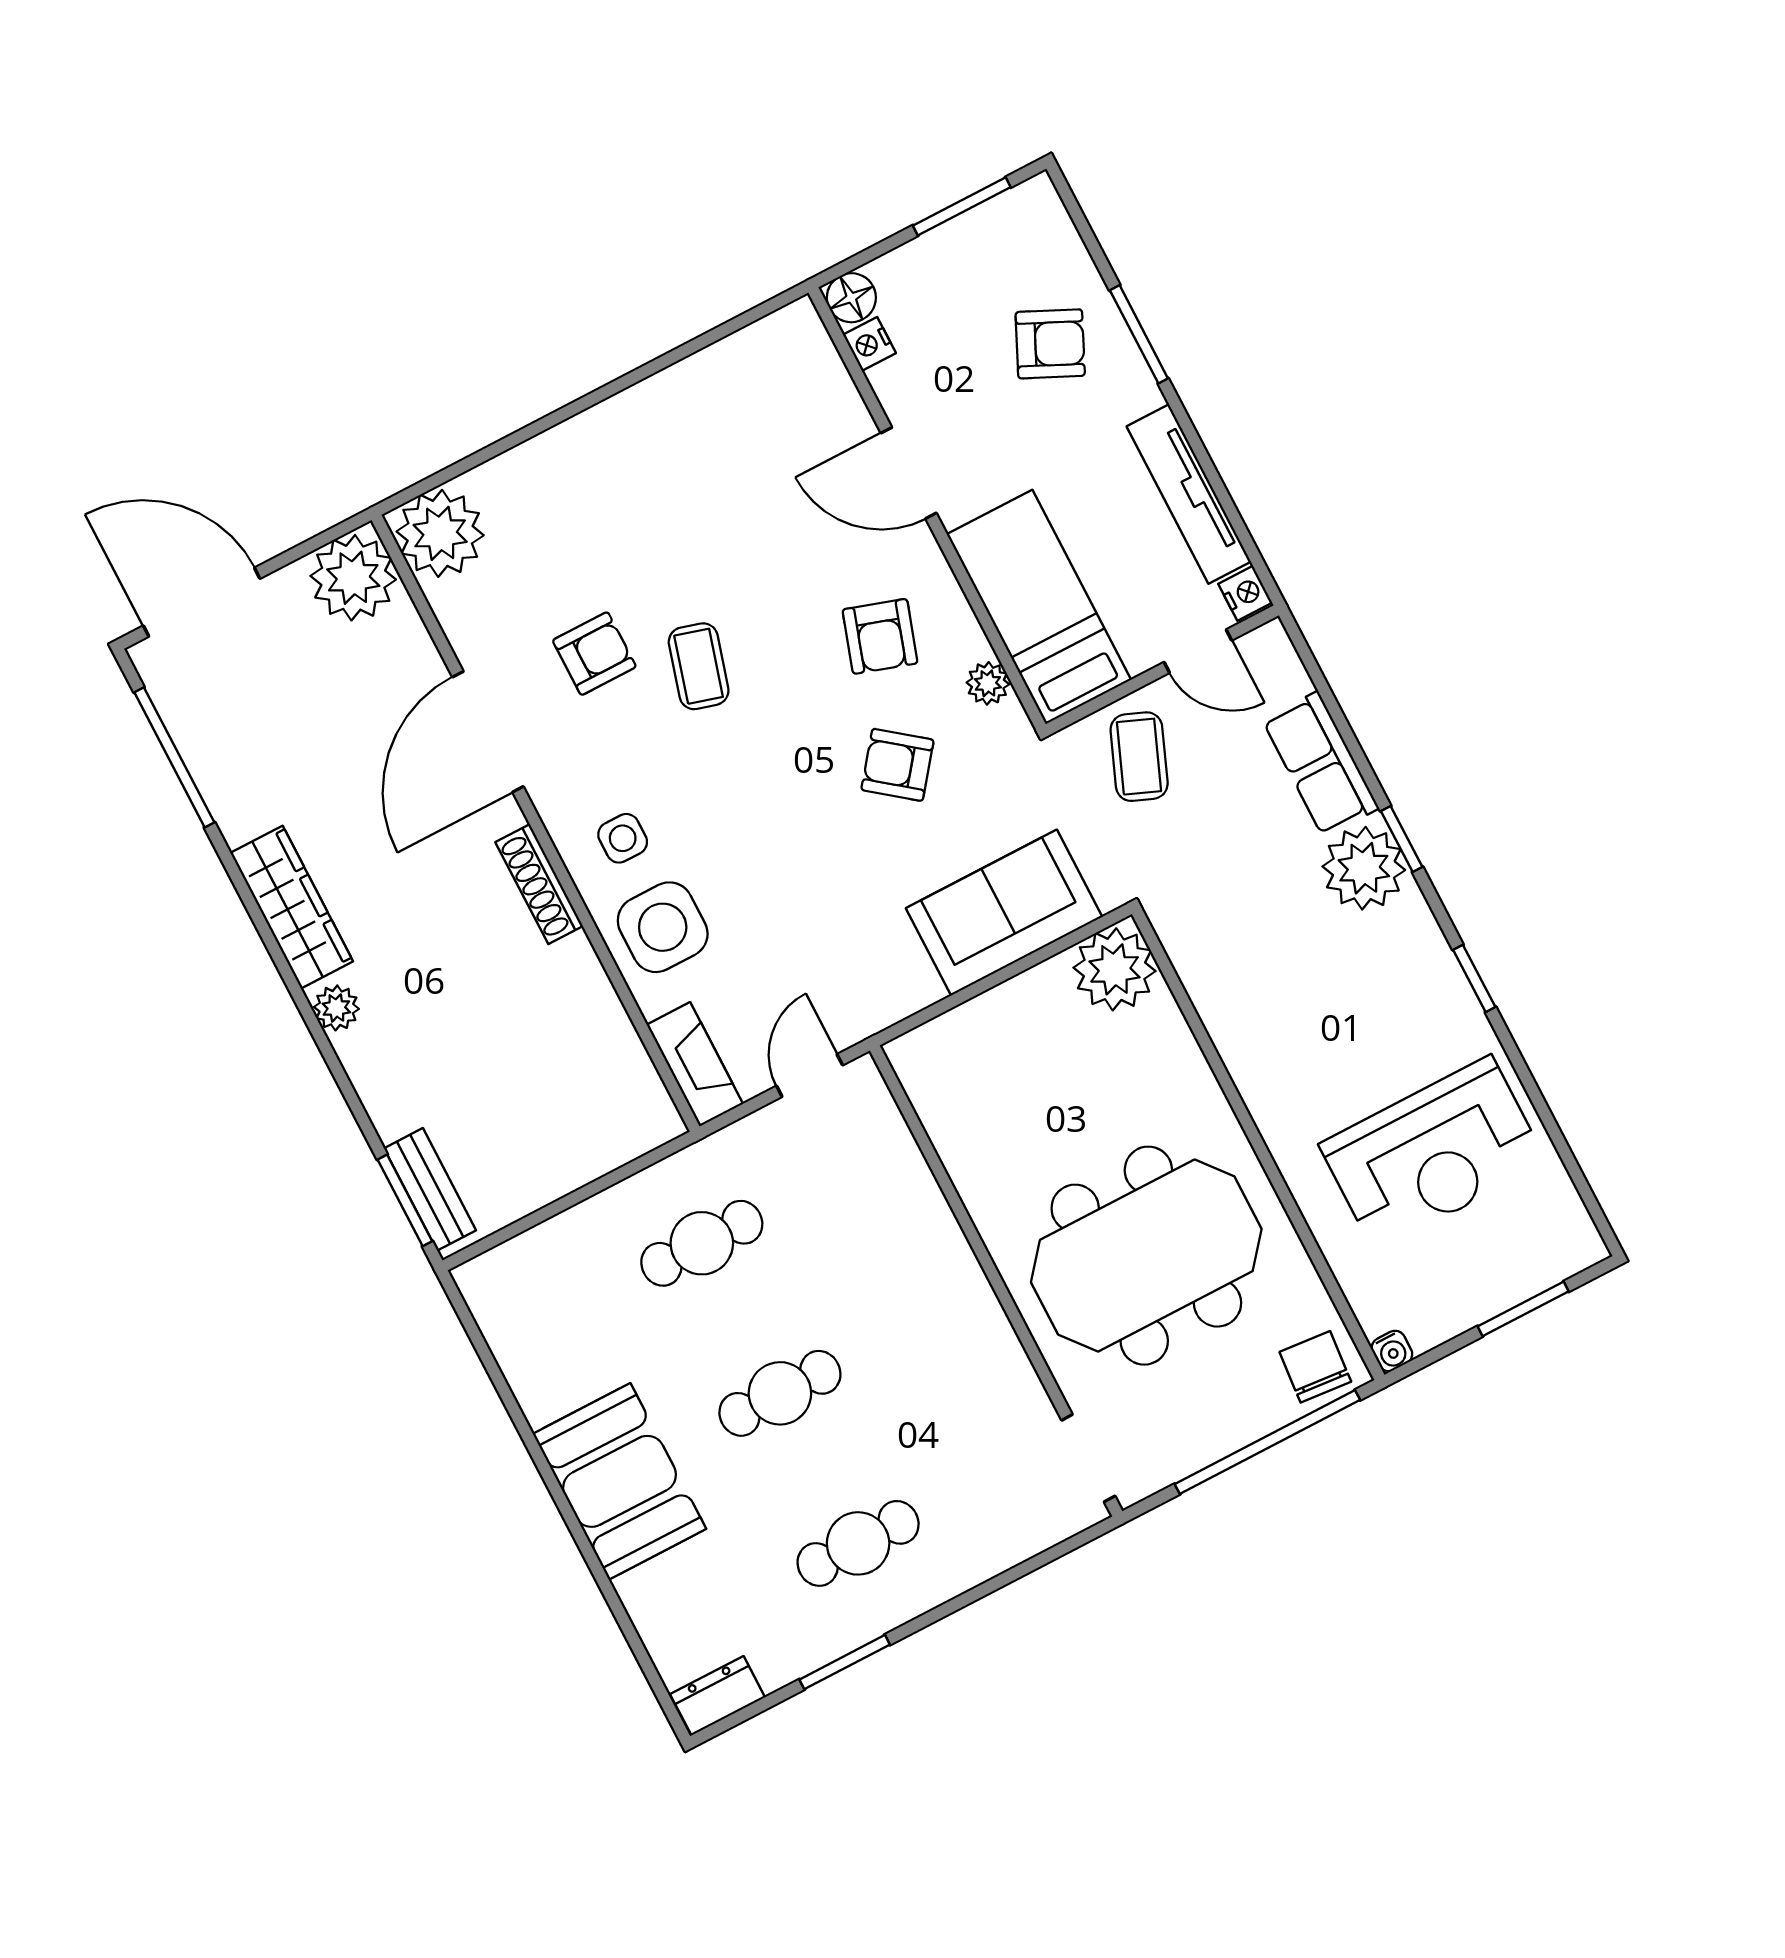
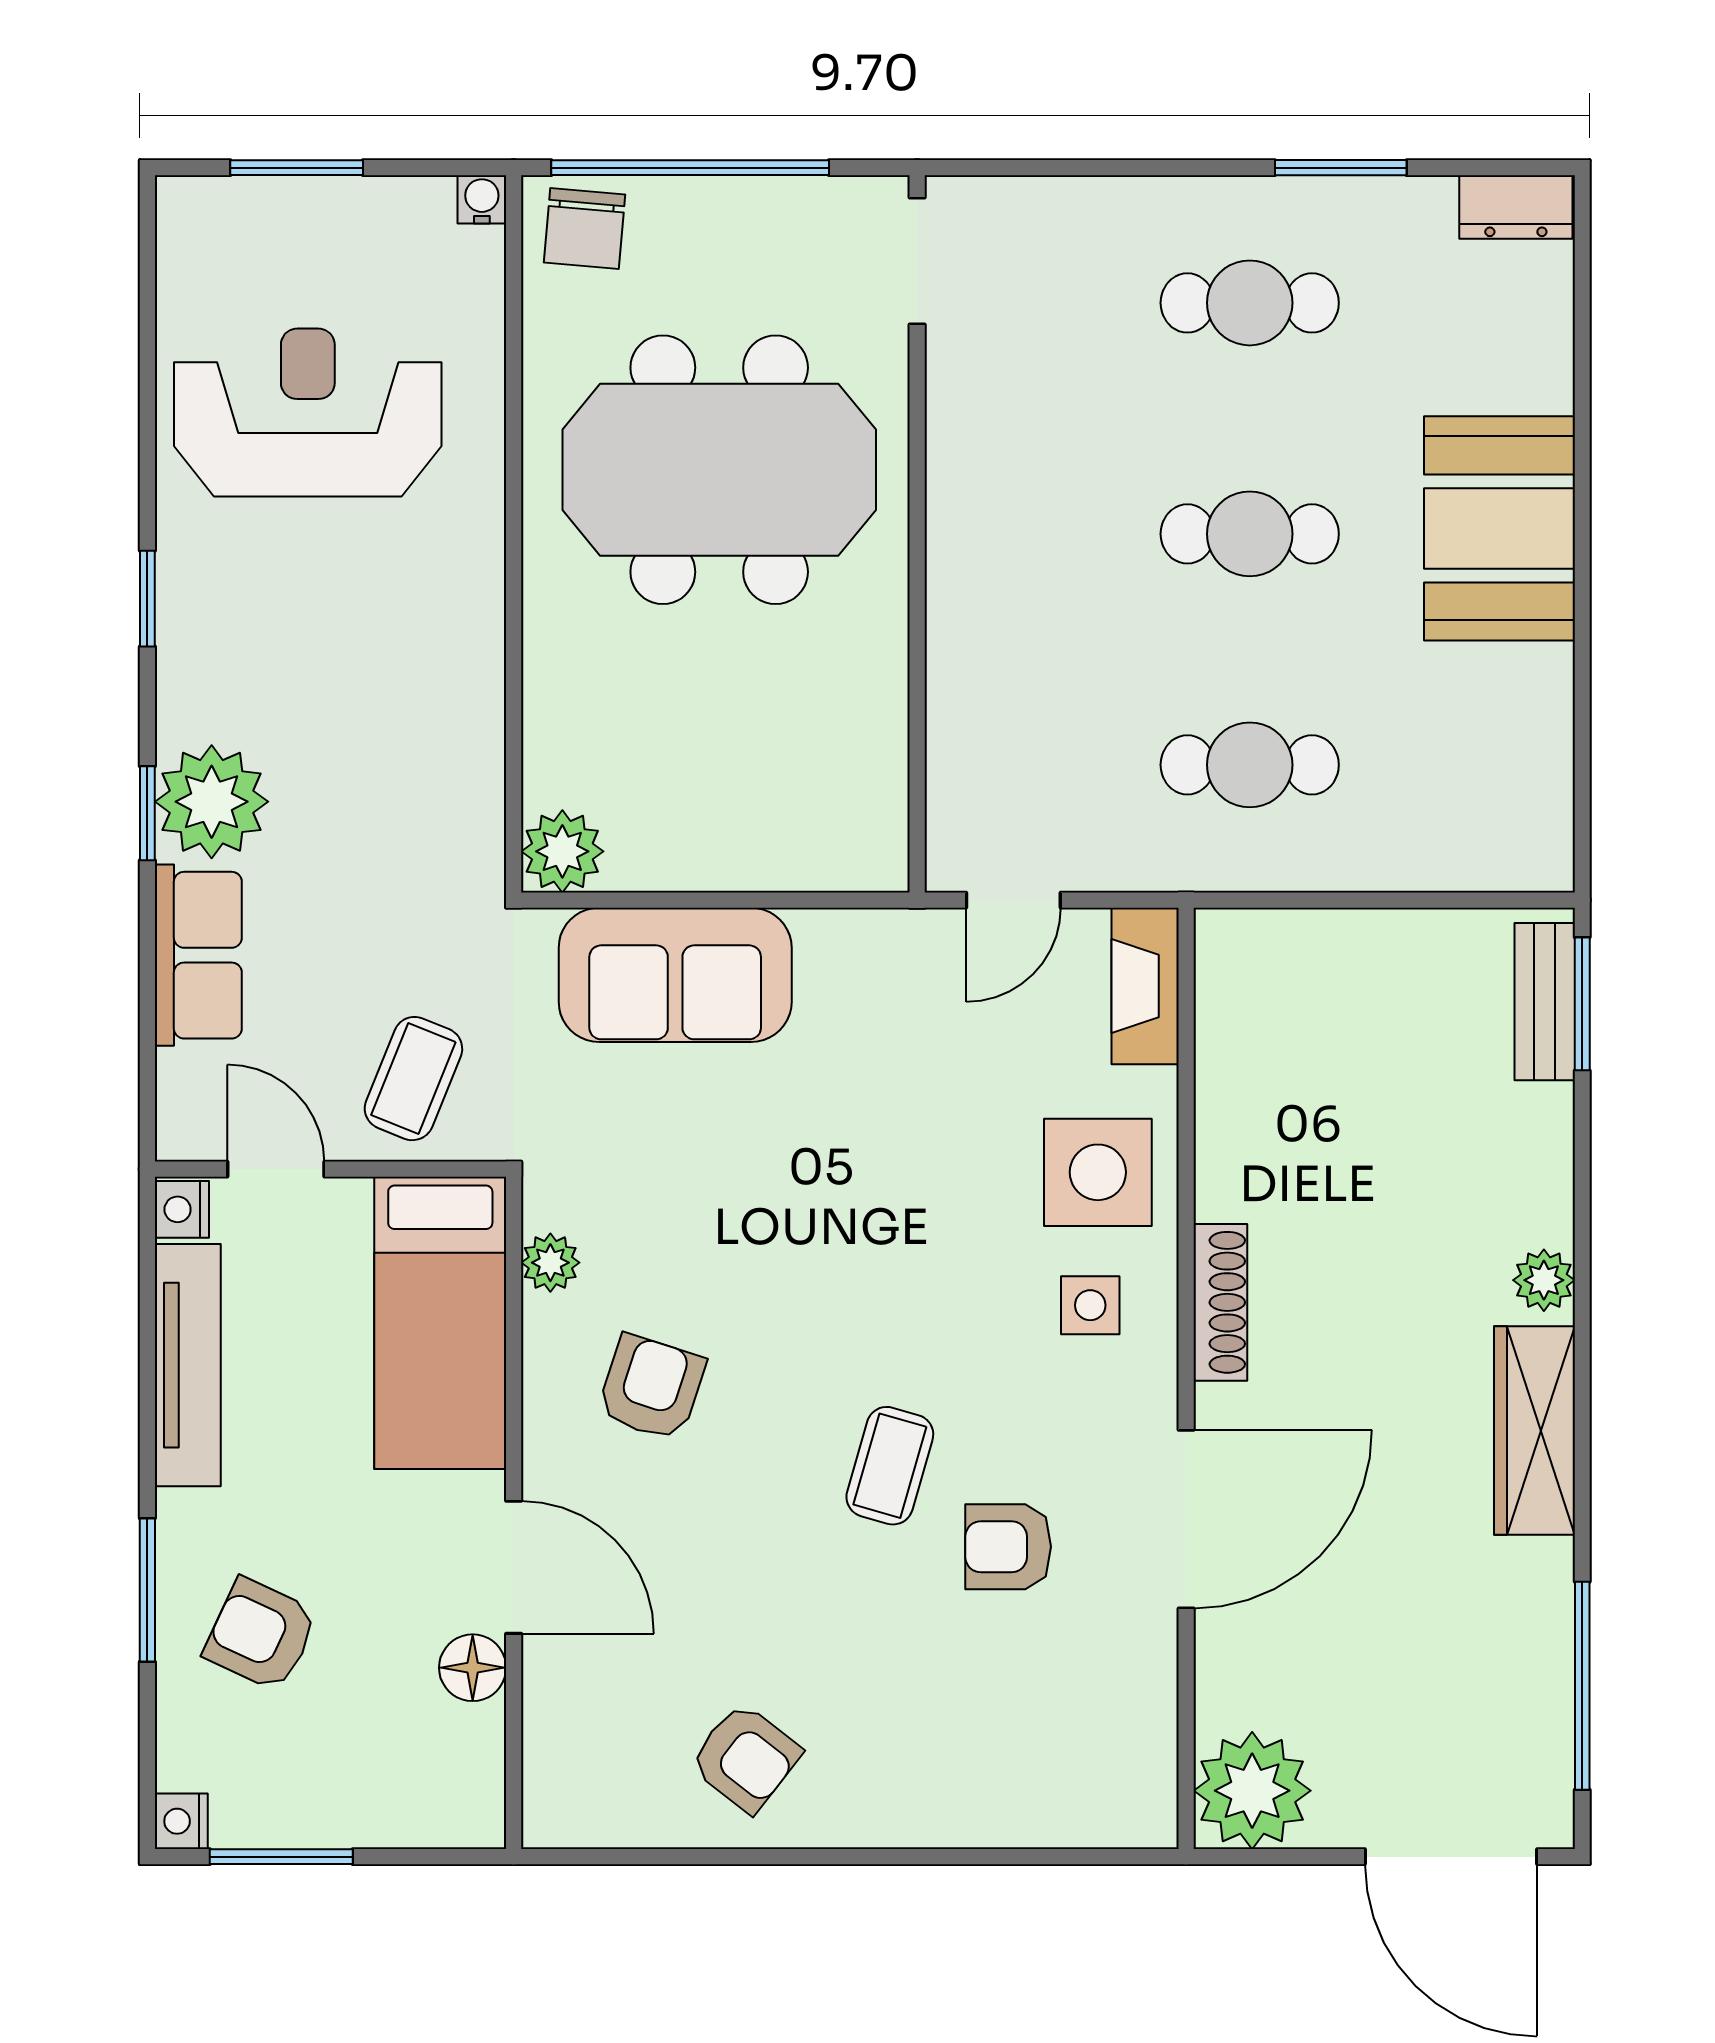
floor lamp: (851, 298) -> (473, 1668), moved
nightstand: (869, 344) -> (181, 1821), moved, turned 180
plant: (440, 533) -> (1119, 1789), removed
armchair: (897, 765) -> (745, 1758), moved
plant: (1115, 969) -> (562, 851), width x0.73, depth x0.73

